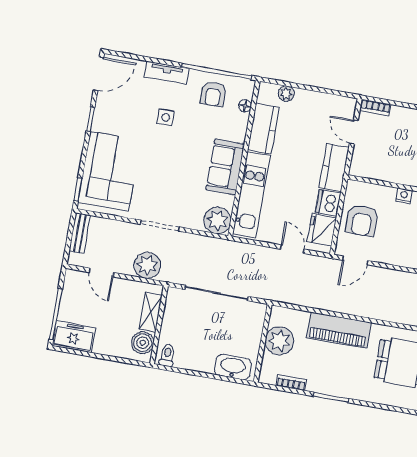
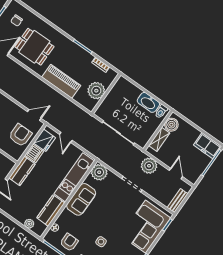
washbasin: (233, 367) -> (148, 102), moved

